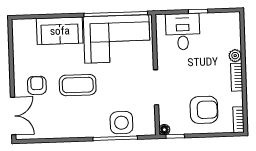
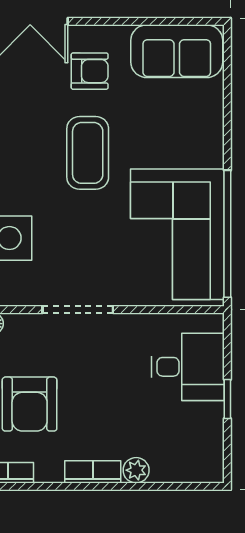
sofa: (60, 31) -> (177, 51), moved, turned -90

